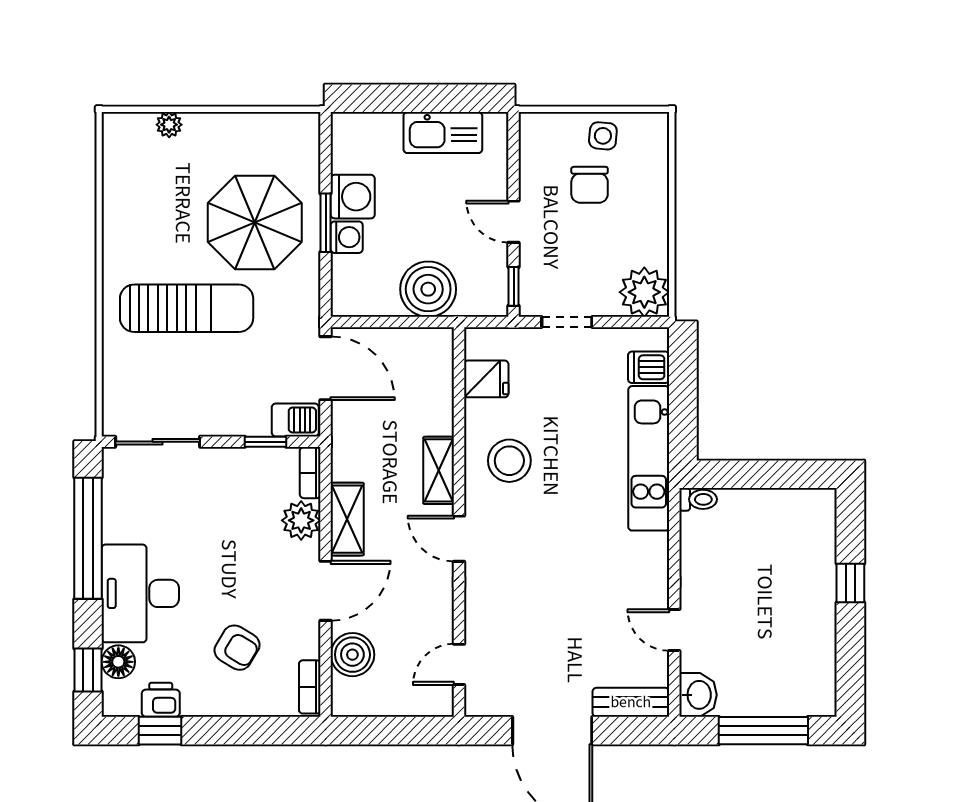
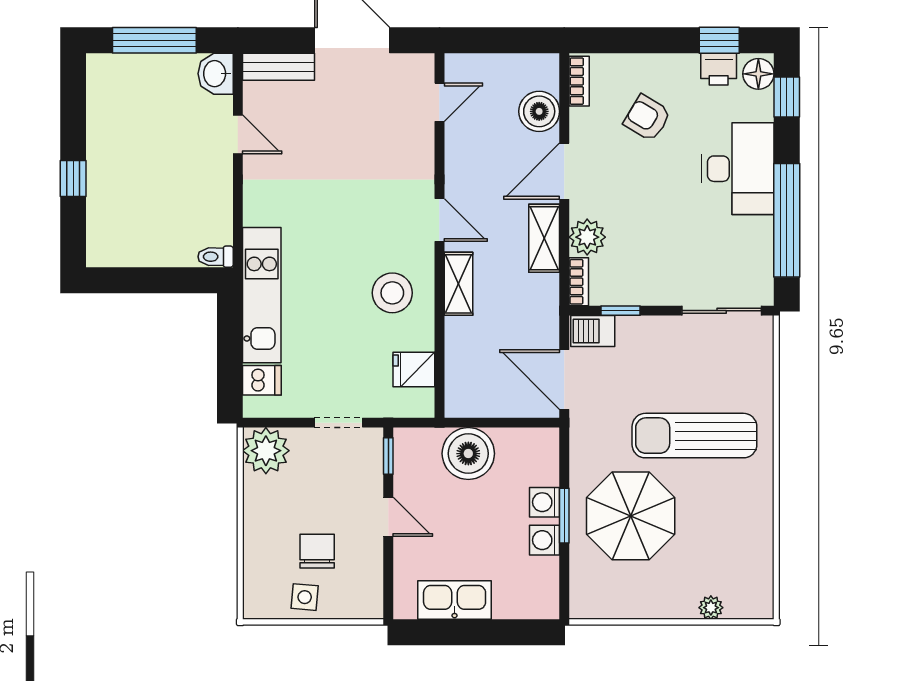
washing machine: (353, 197) -> (545, 540), width x0.73, depth x0.73
floor lamp: (118, 662) -> (758, 74), moved

